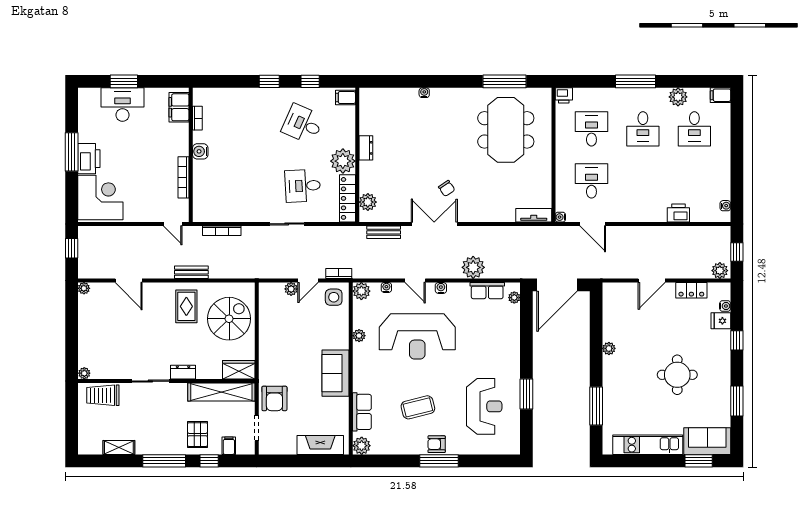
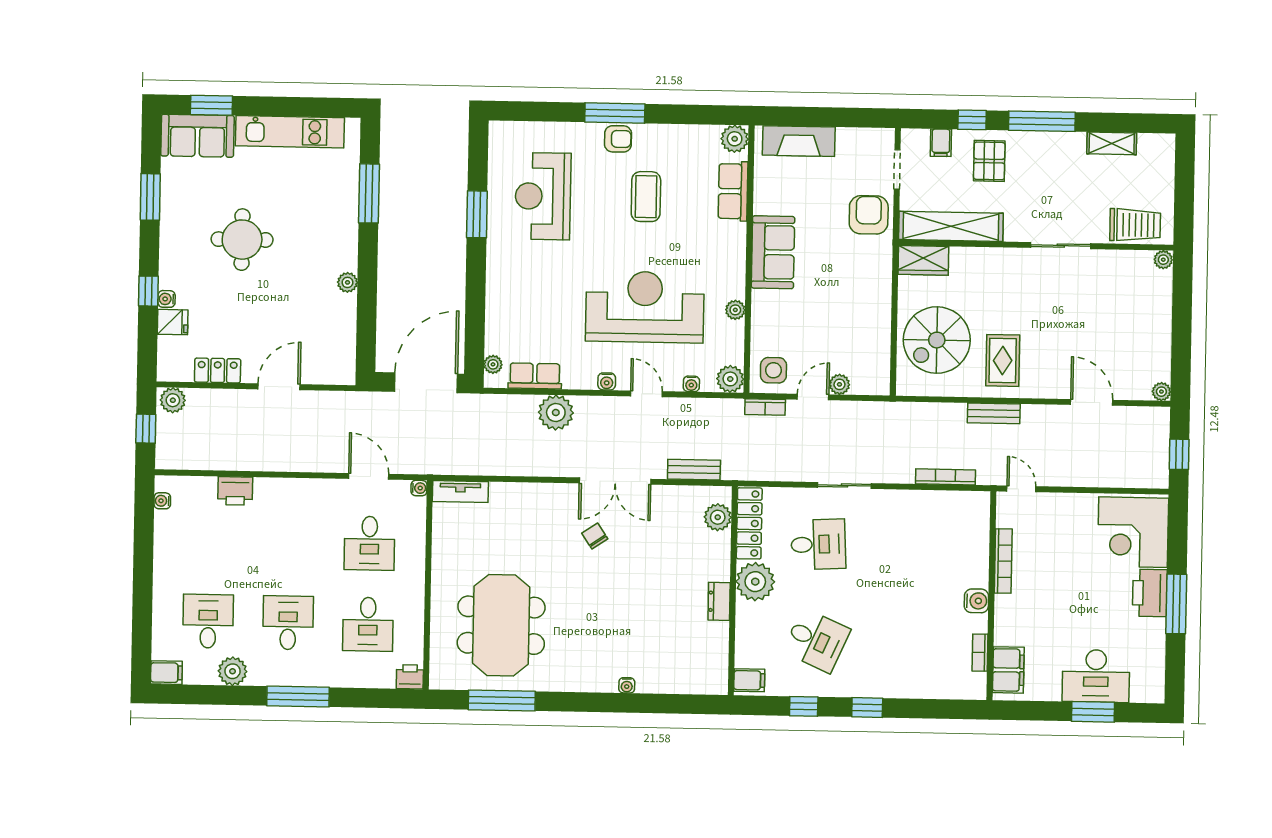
water cooler: (725, 306) -> (166, 299), moved
dresser: (183, 372) -> (1010, 258), removed
coffee table: (418, 407) -> (646, 197), turned -76

